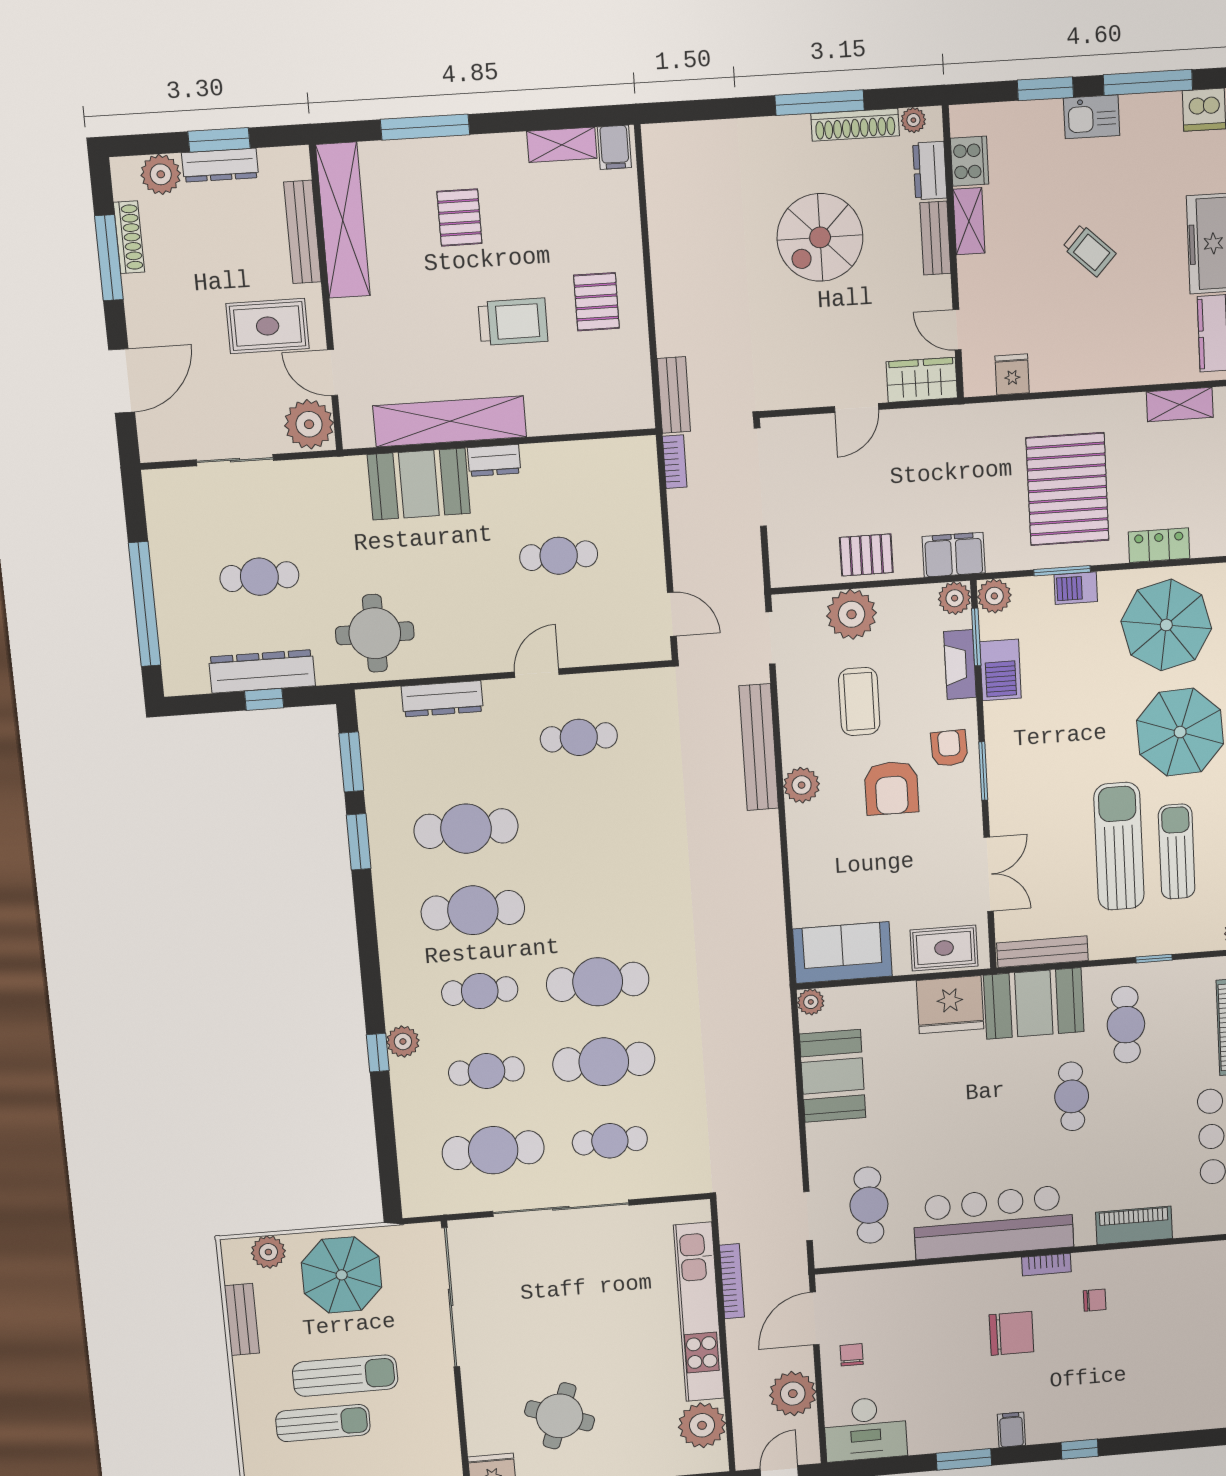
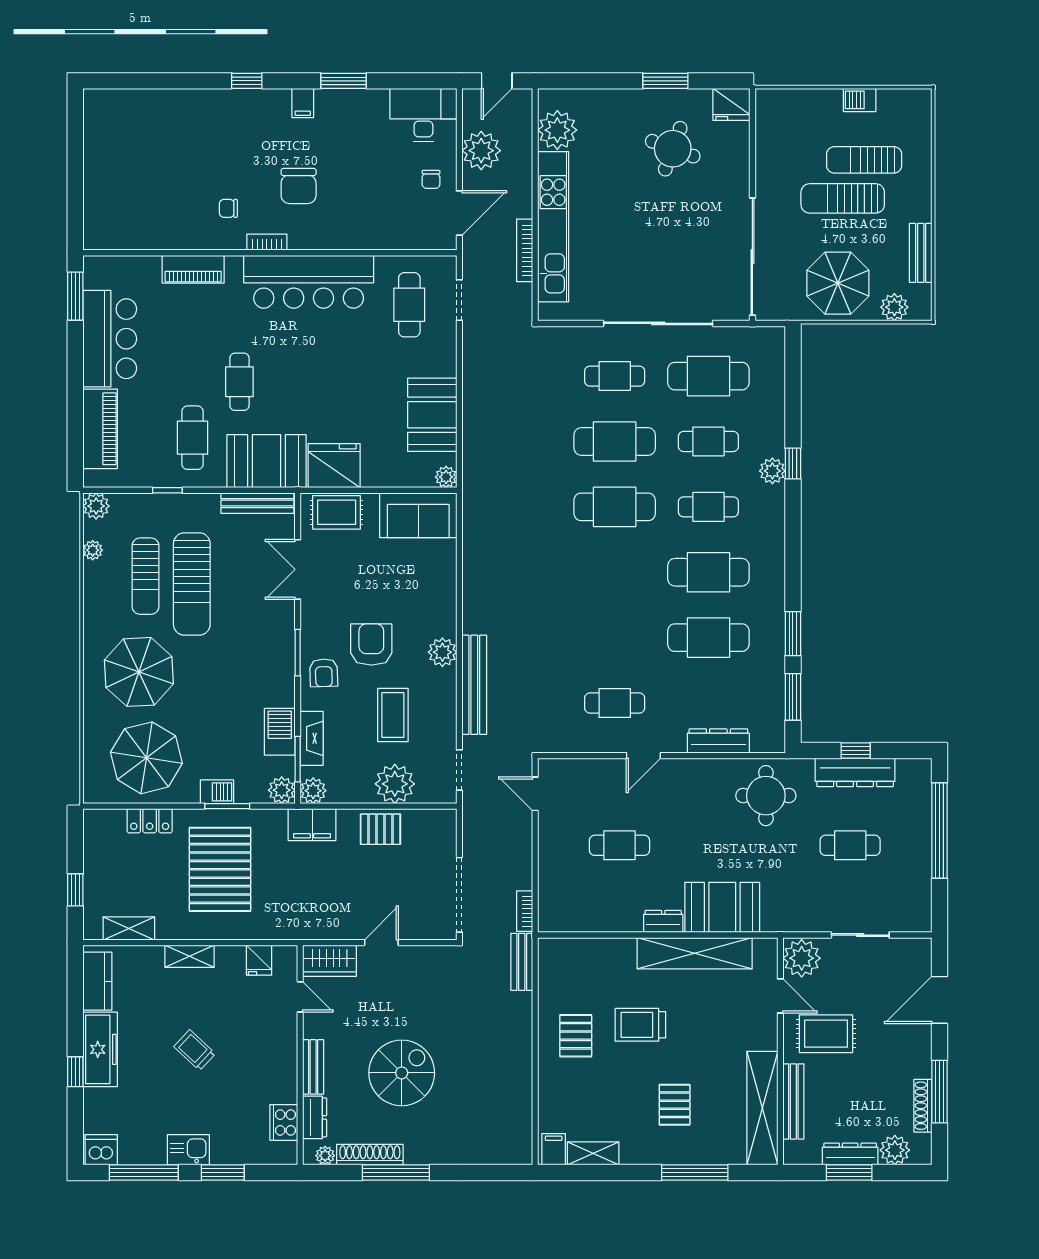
shelving: (969, 221) -> (190, 956), moved, turned 90
chair: (1011, 1333) -> (299, 186), turned -90

